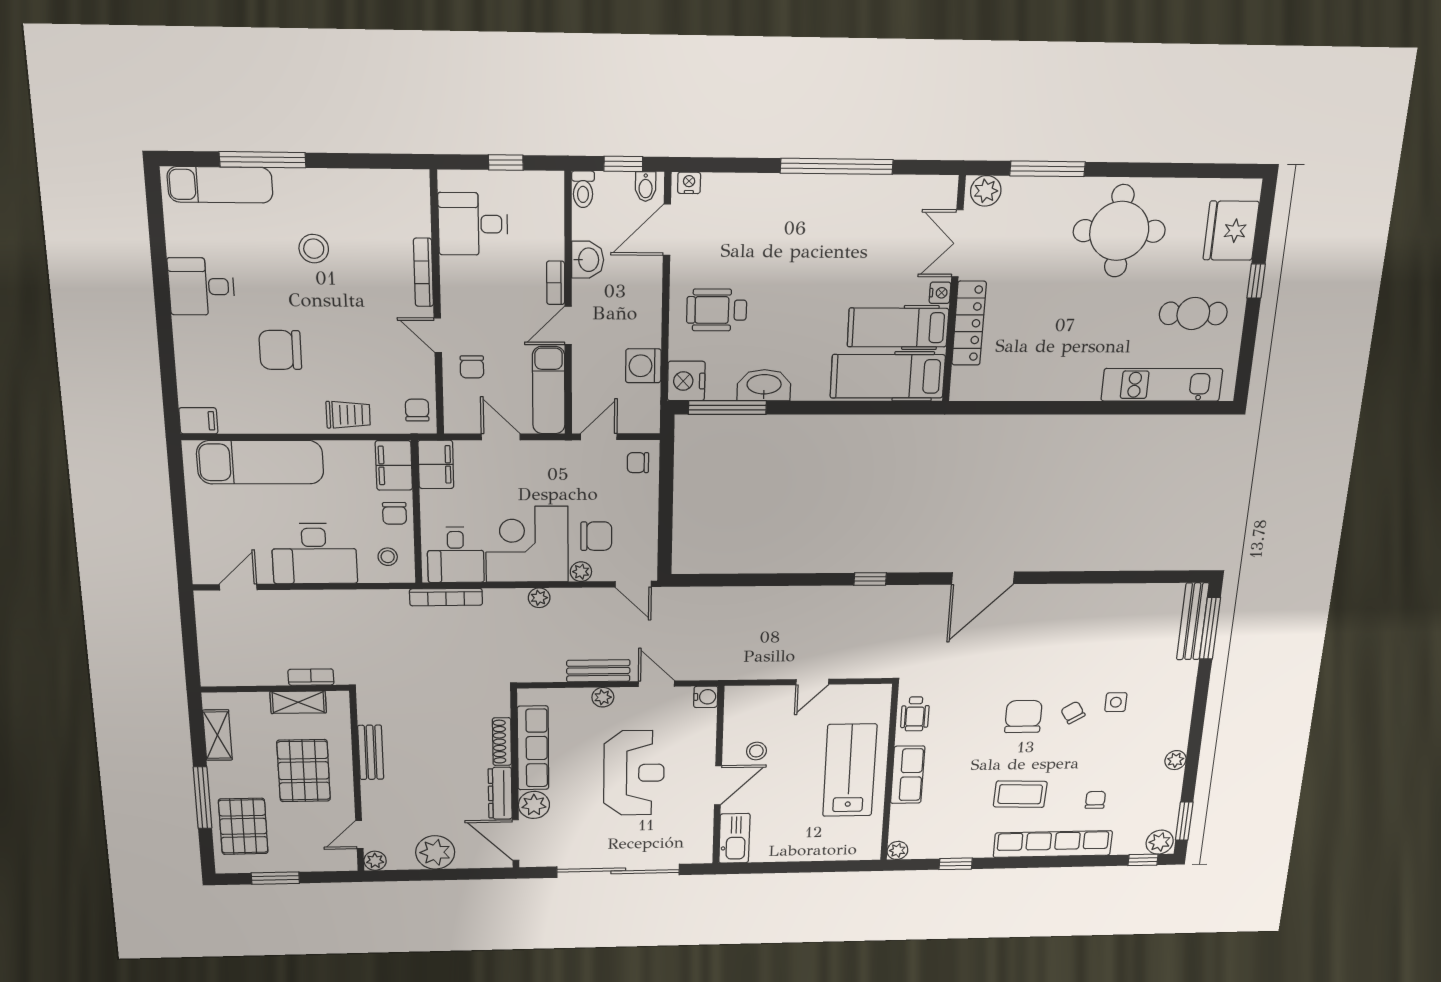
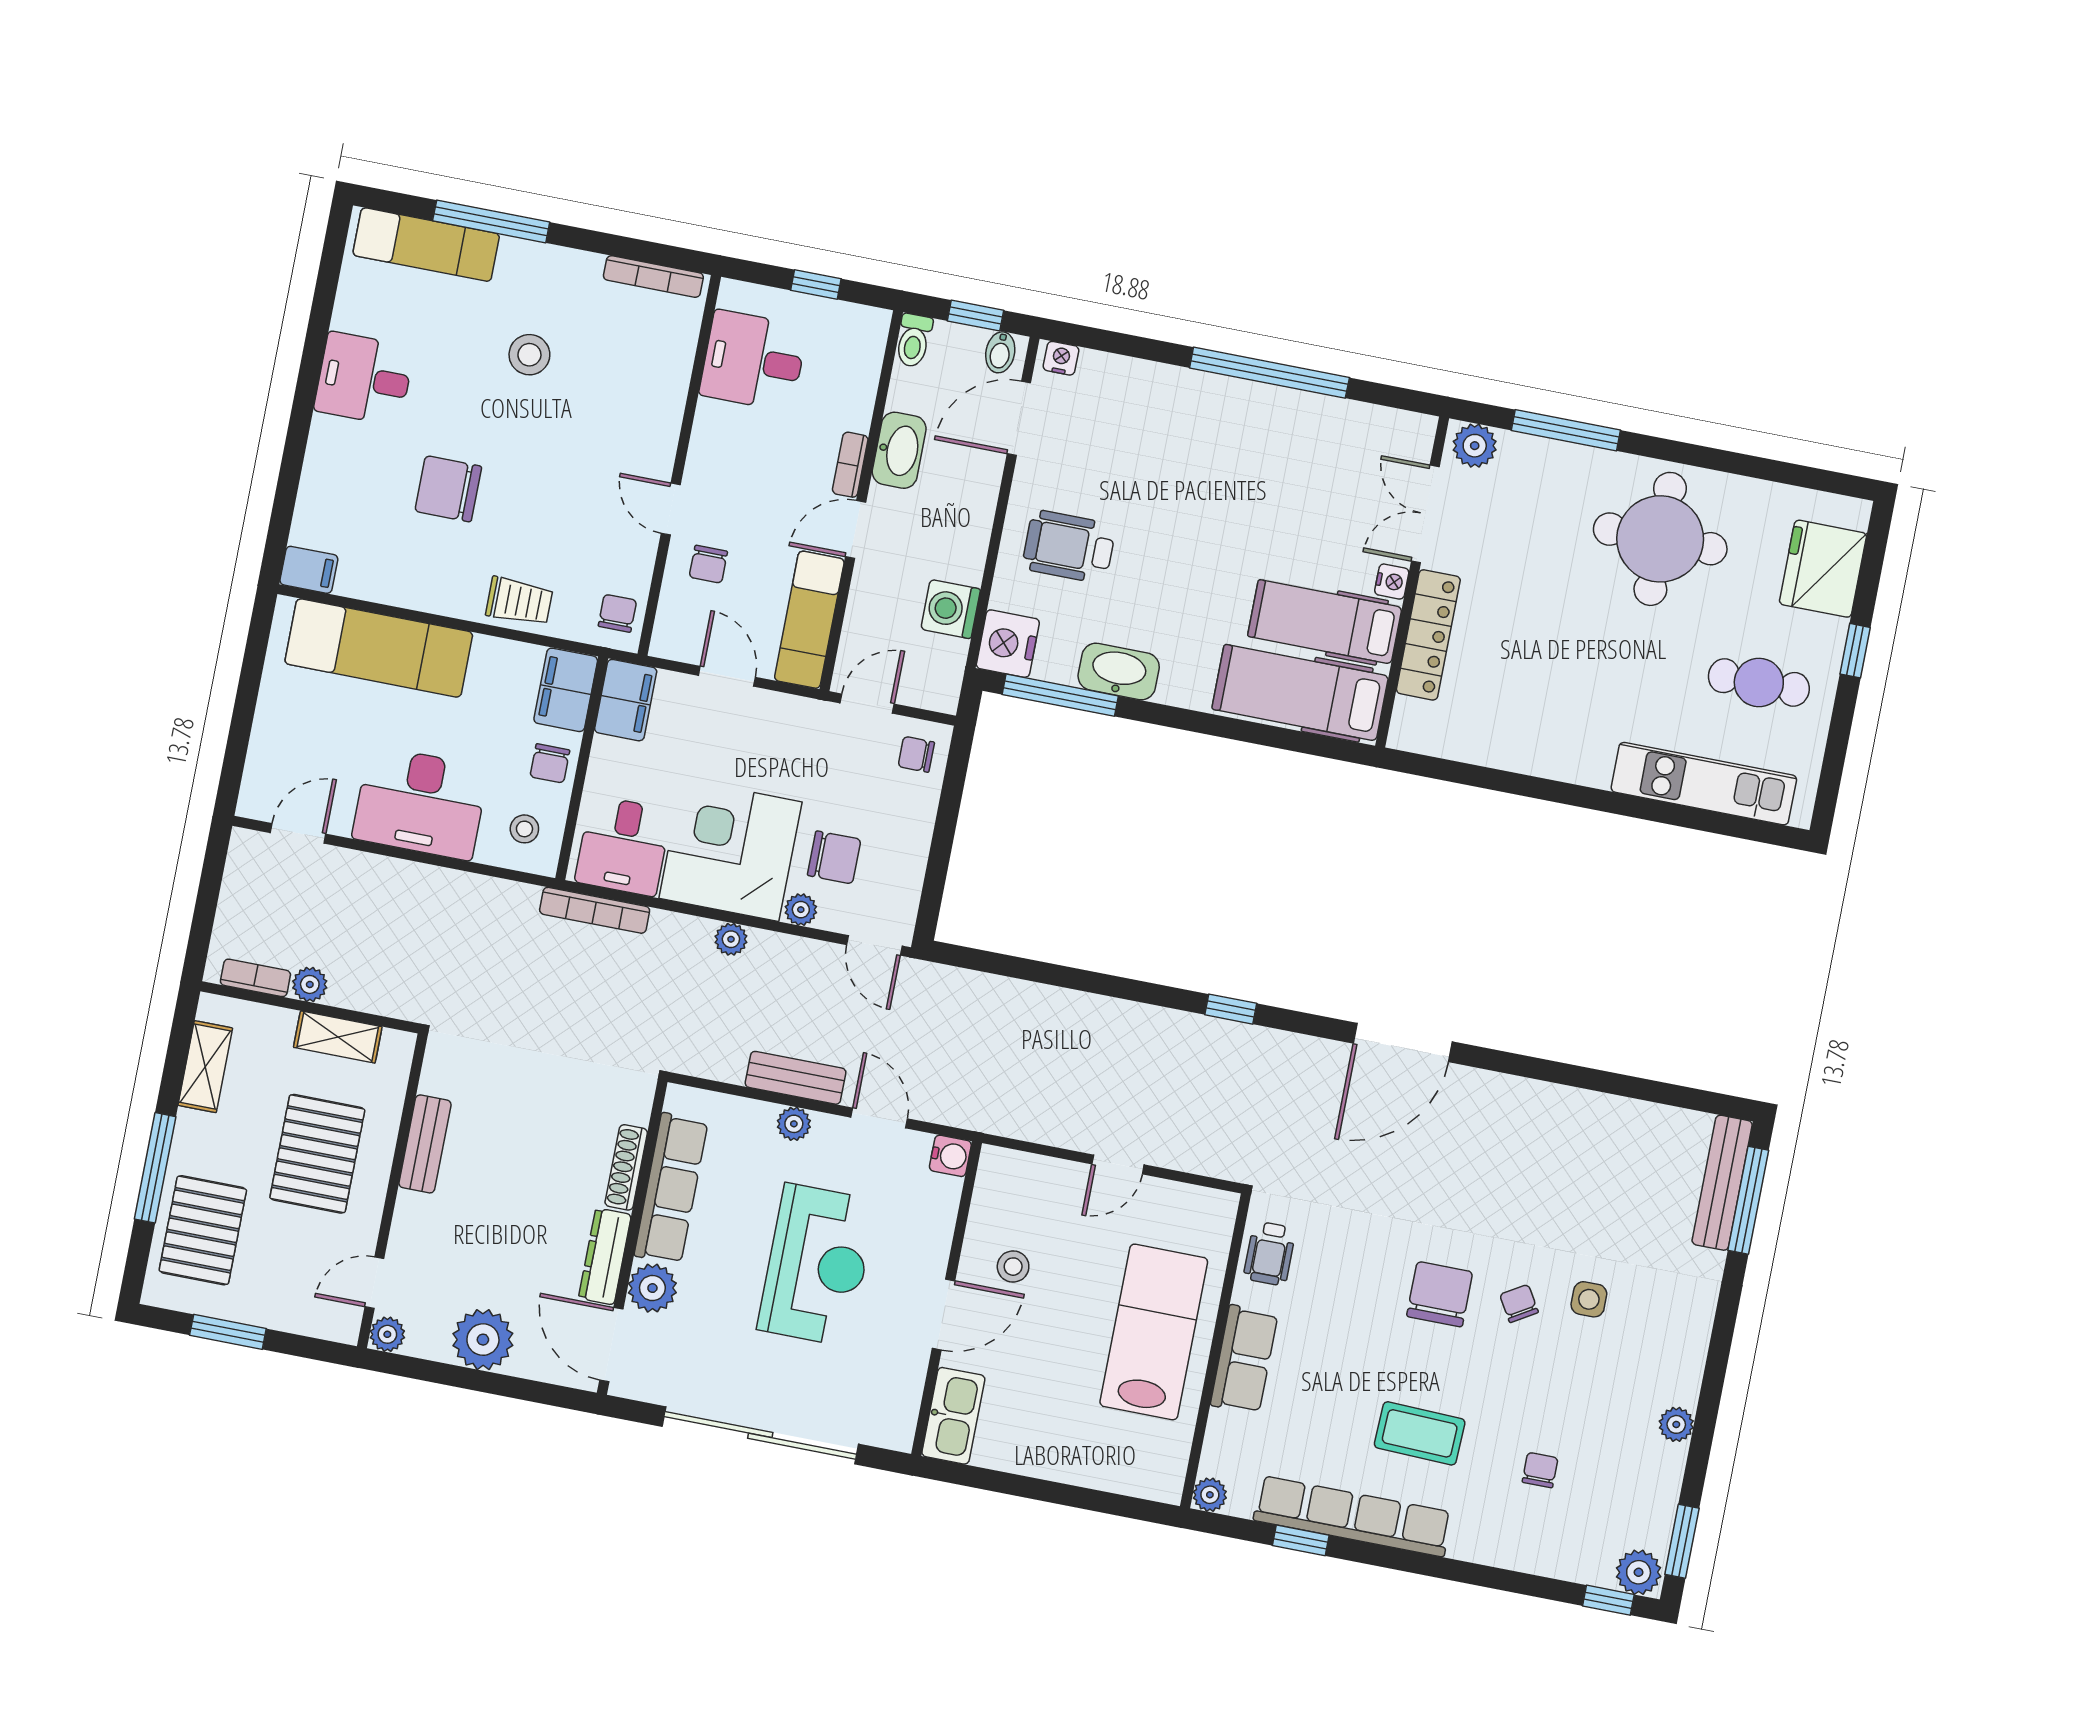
washbasin: (588, 260) -> (899, 450), width x1.38
bookcase: (423, 272) -> (653, 276), moved, turned -90
plant: (271, 675) -> (310, 984), added
bookcase: (311, 677) -> (255, 978), moved
row of seats: (1053, 844) -> (1353, 1516), moved

